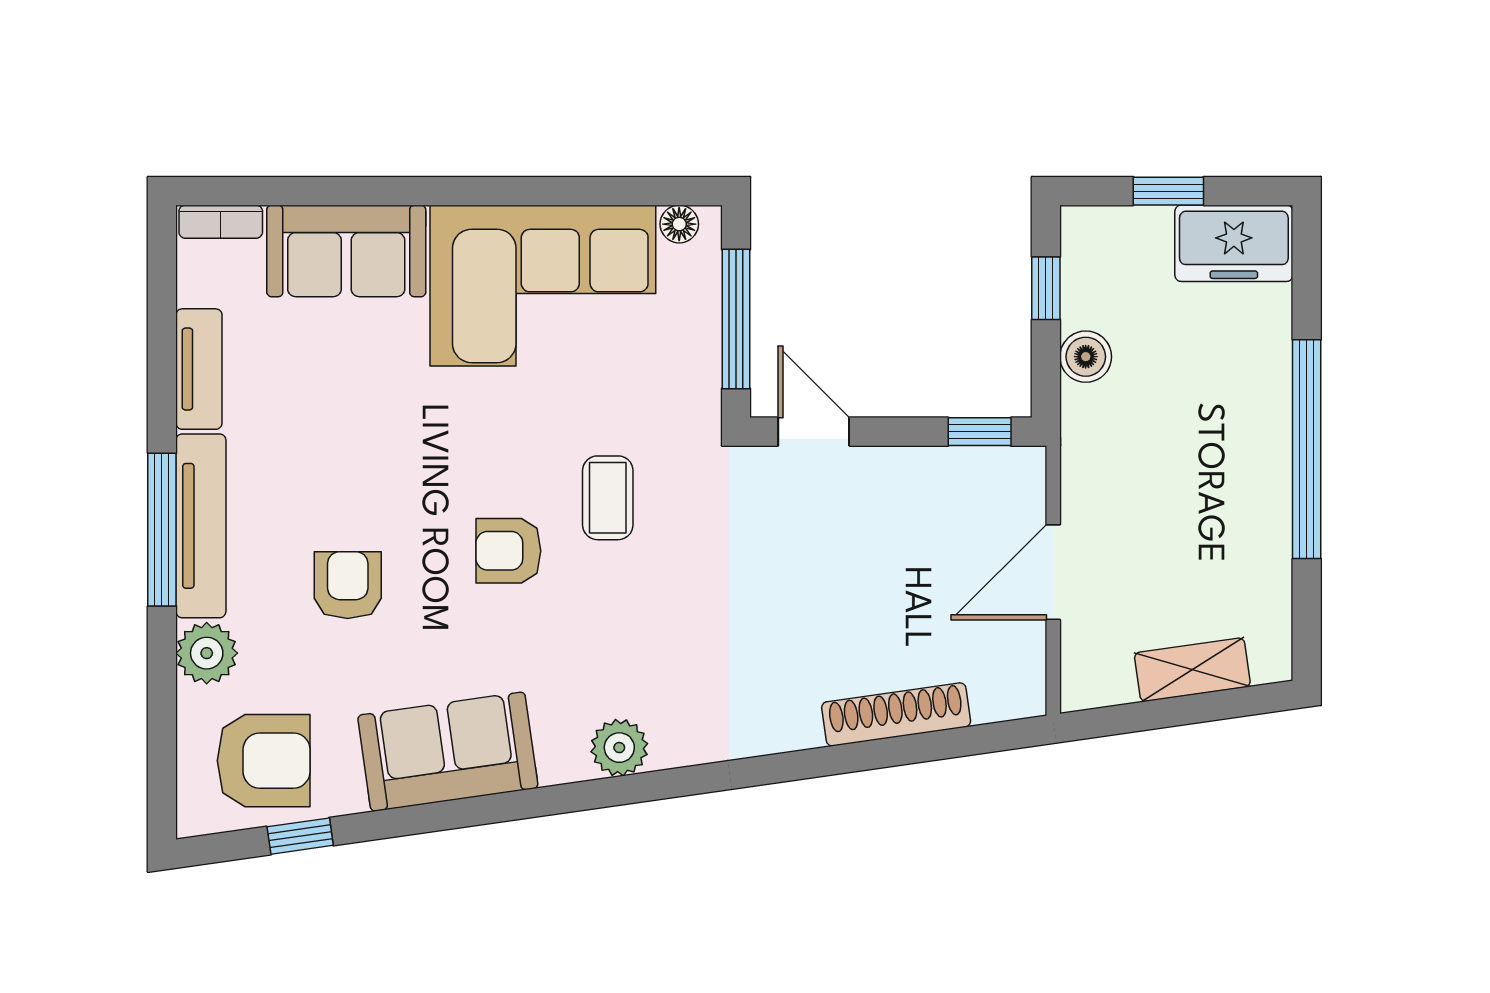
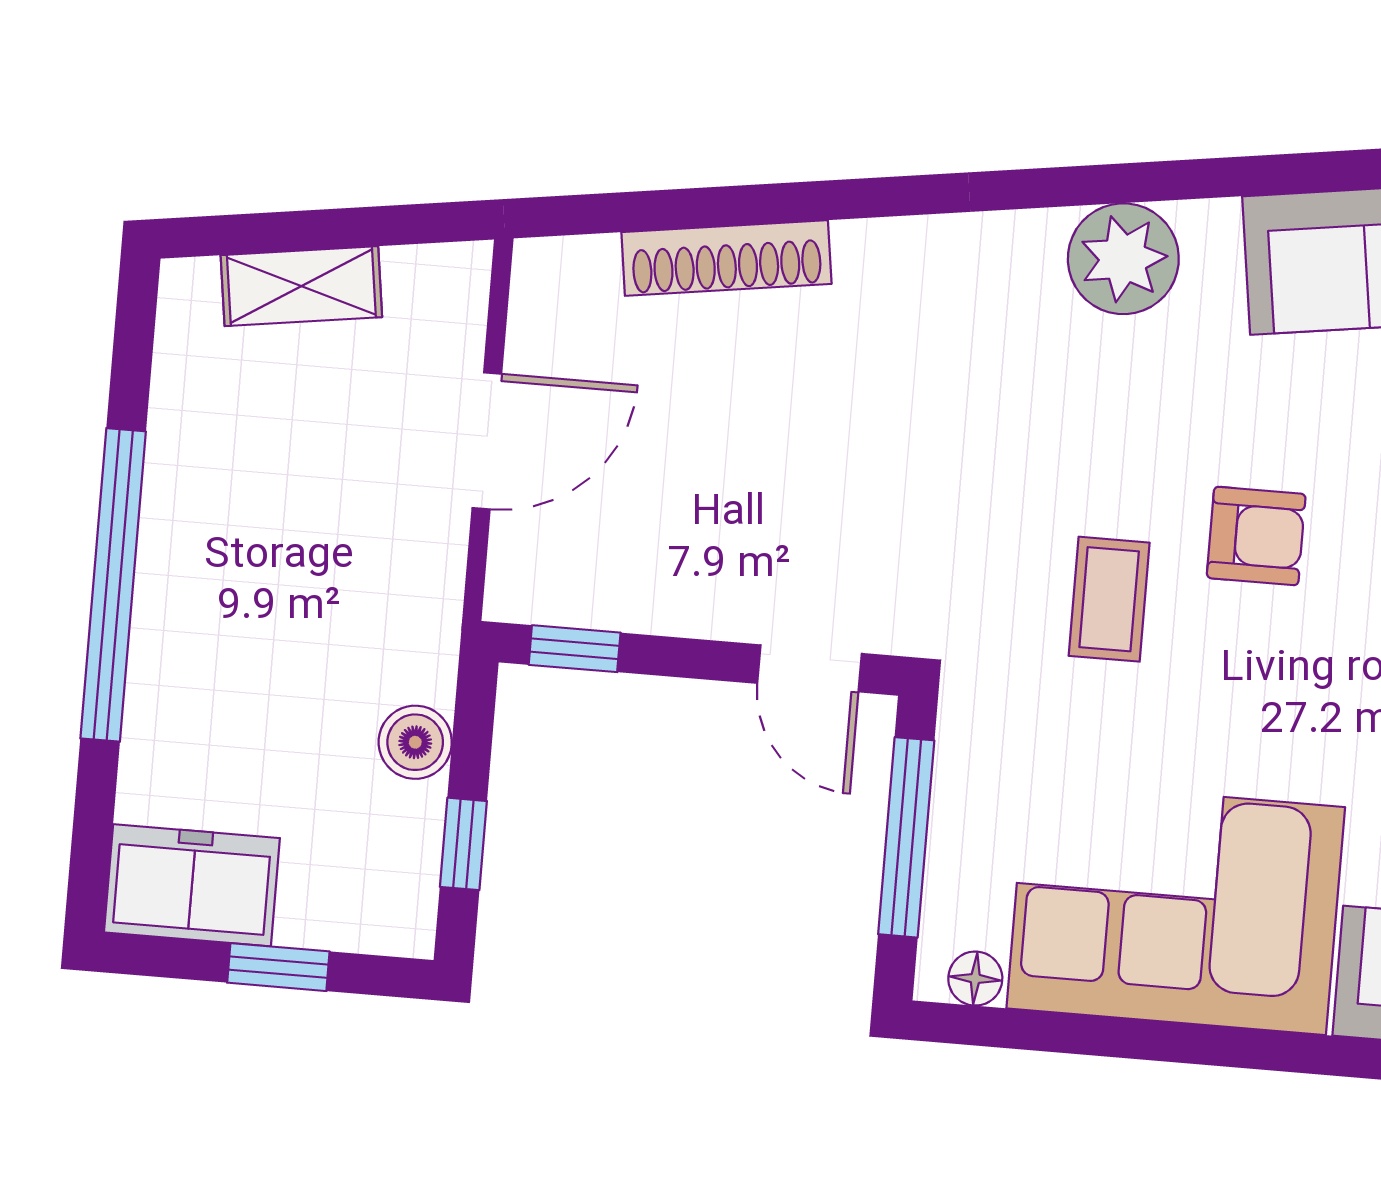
plant: (619, 748) -> (1123, 259), width x1.36, depth x1.36

